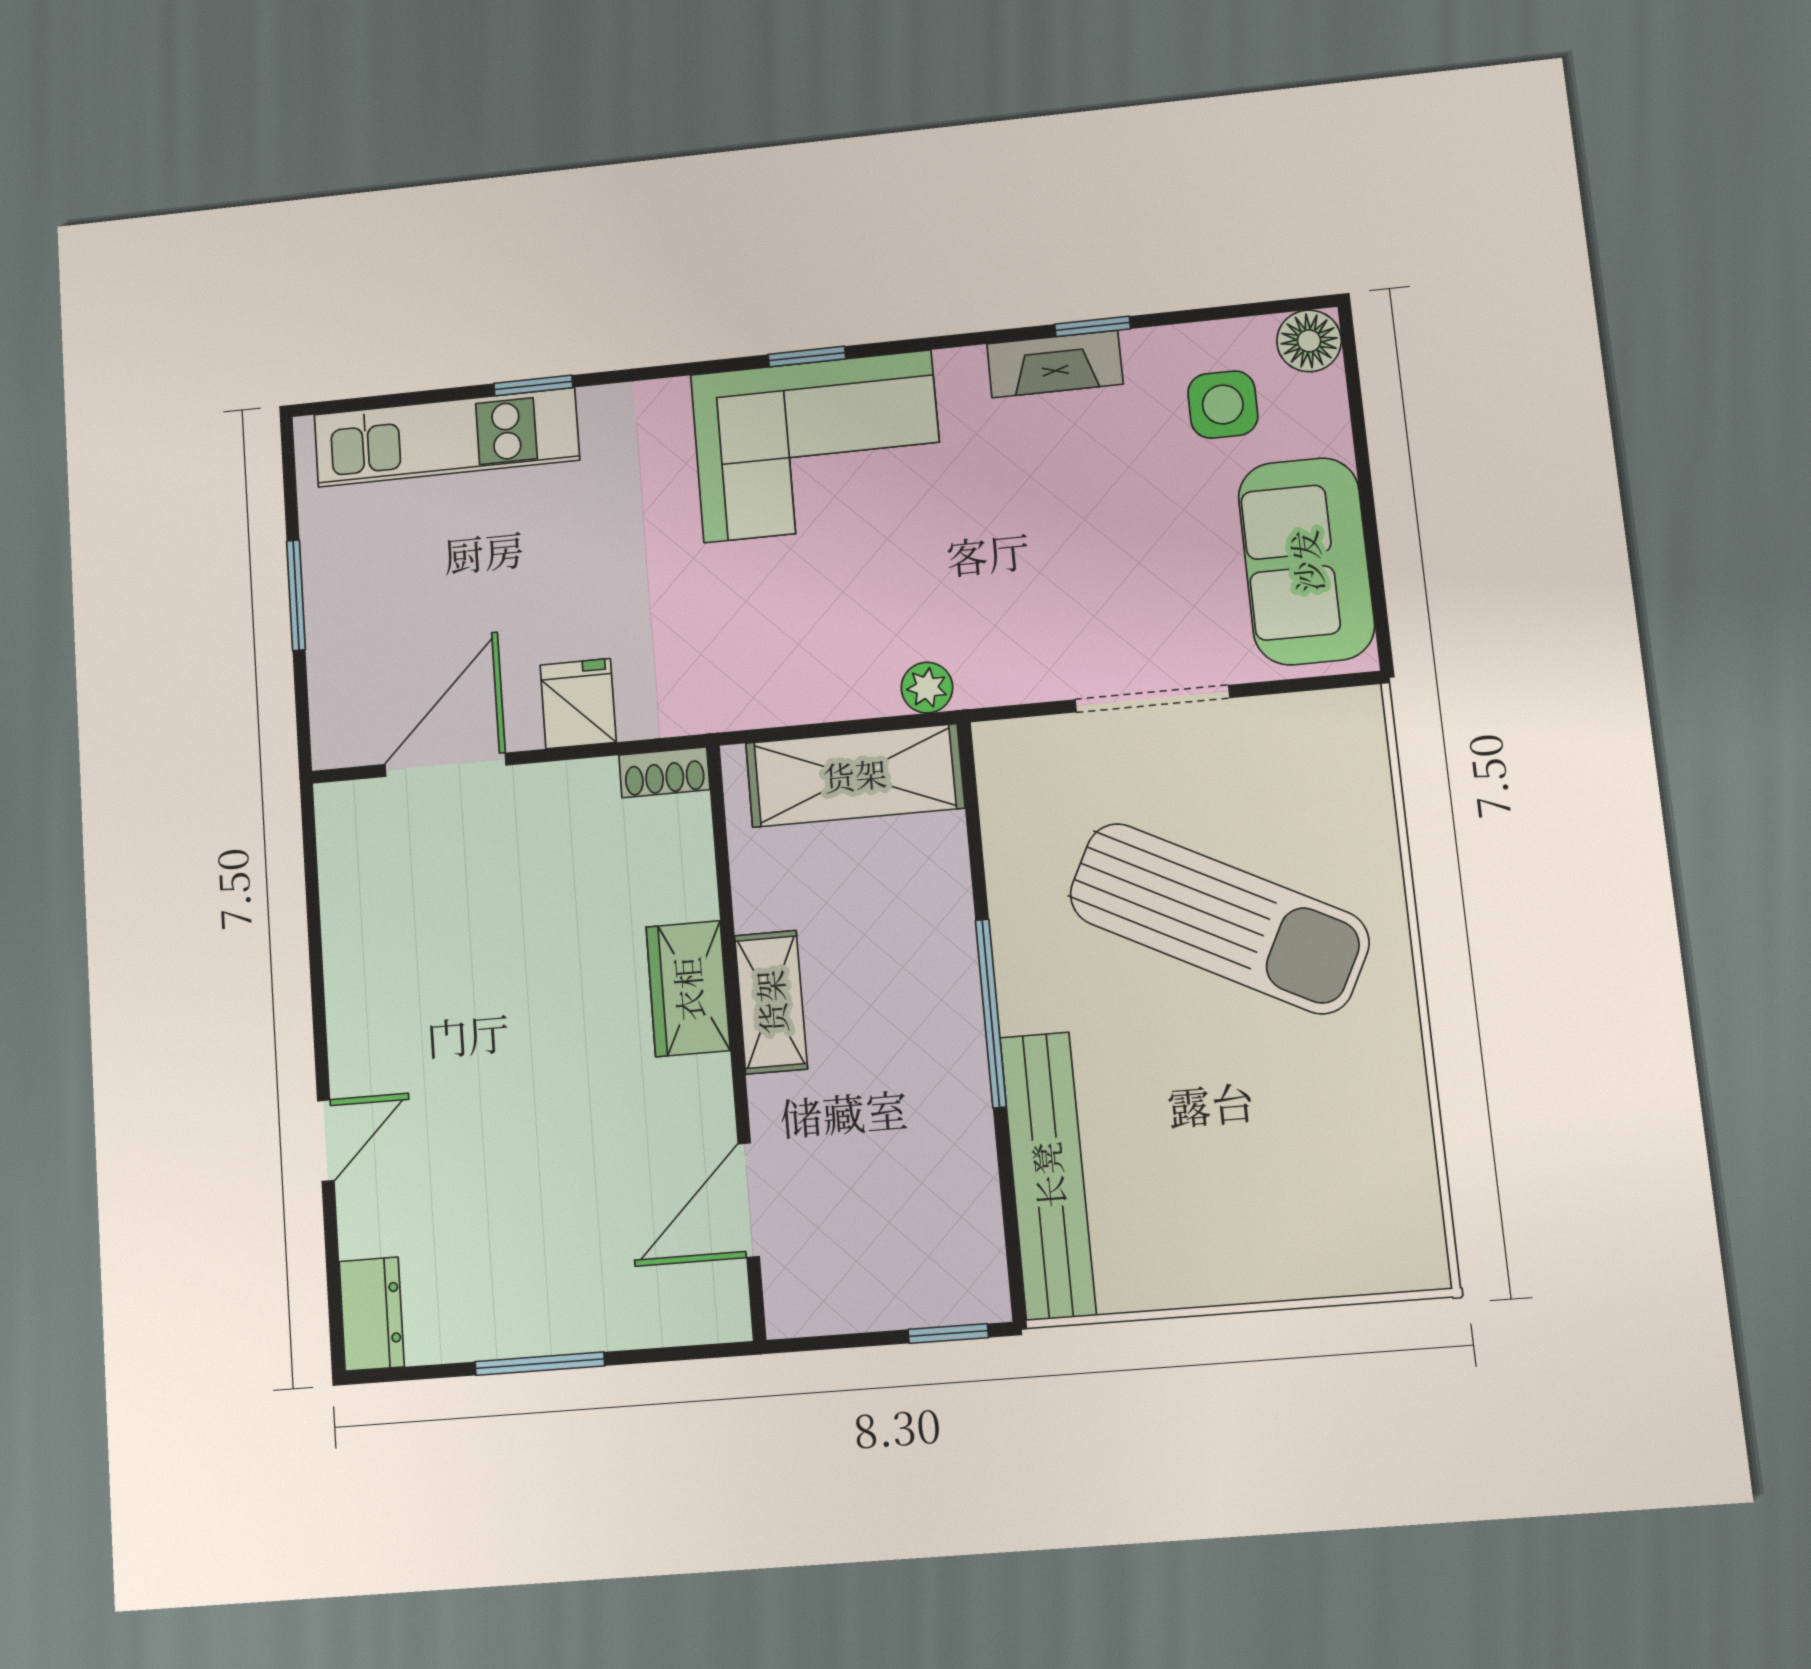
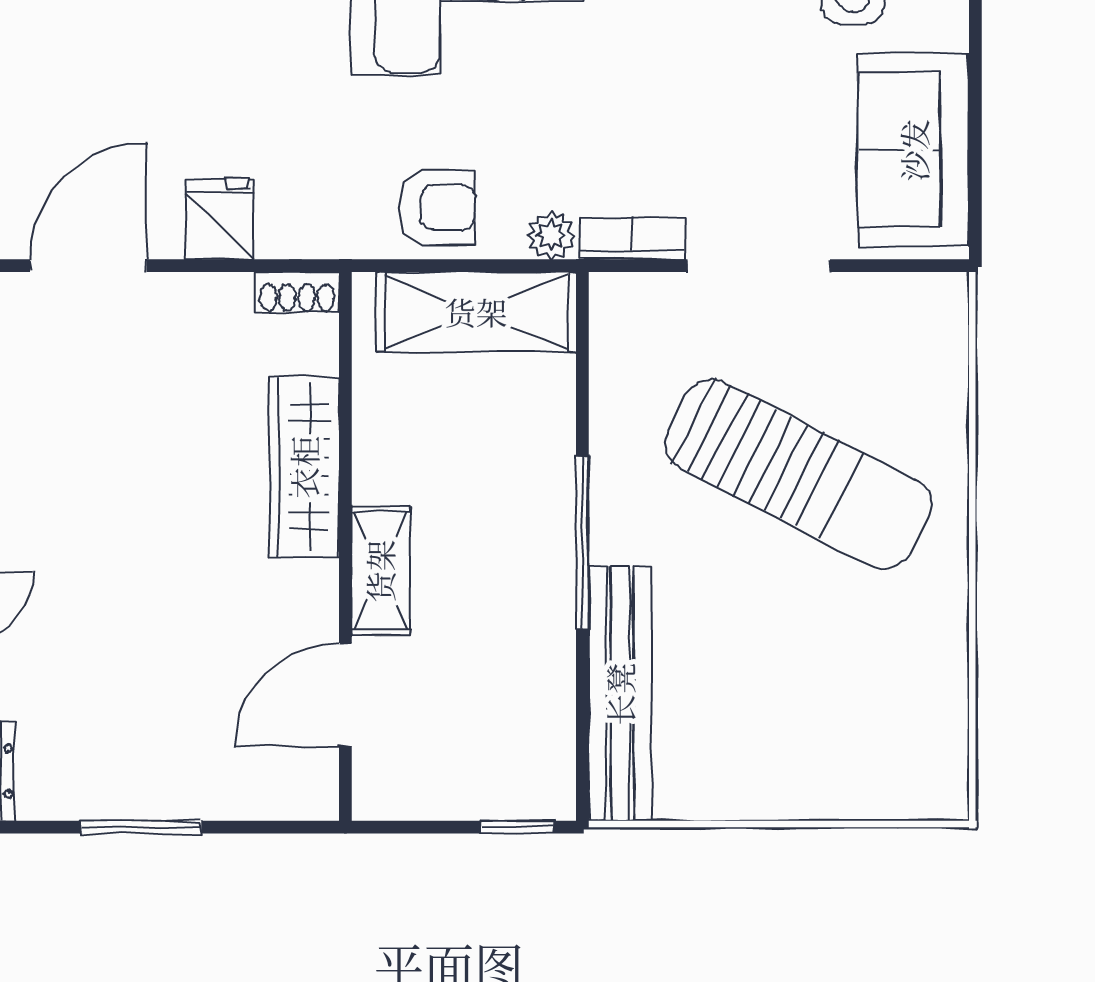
armchair: (804, 670) -> (437, 208), added
bookcase: (1014, 683) -> (632, 239), added
wardrobe: (688, 989) -> (304, 467), width x1.50
shelving: (771, 1002) -> (380, 571), moved

